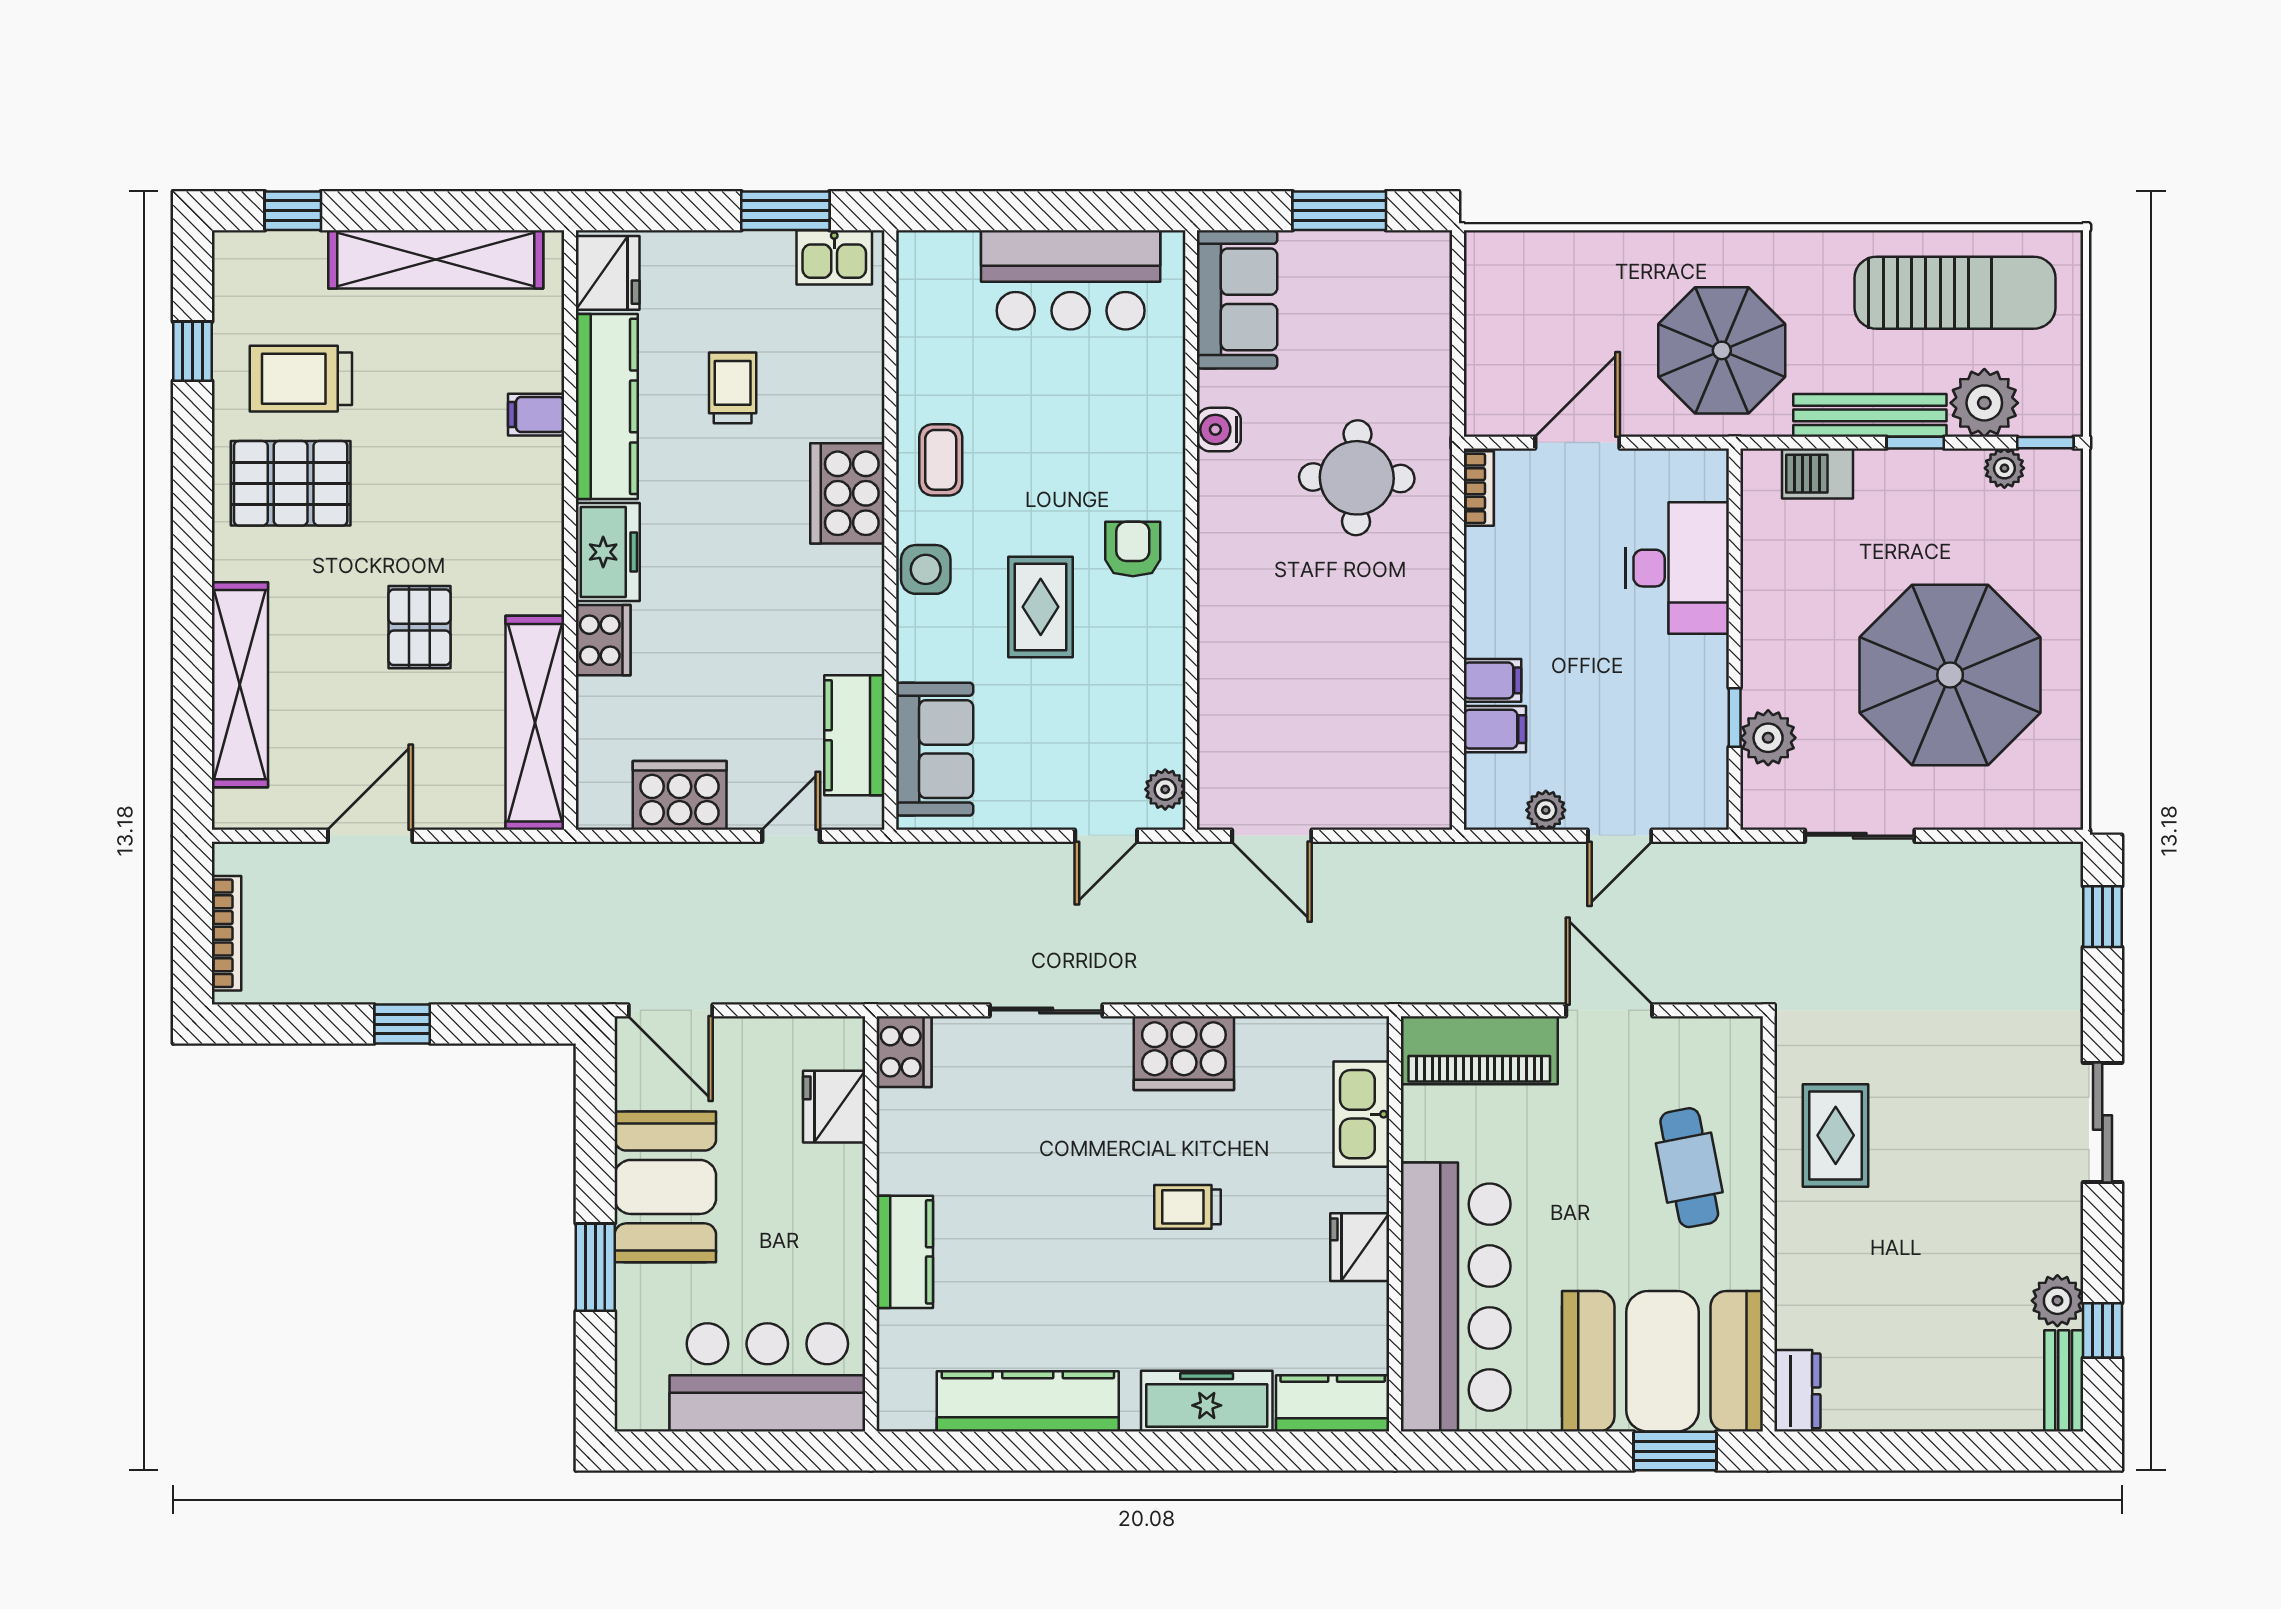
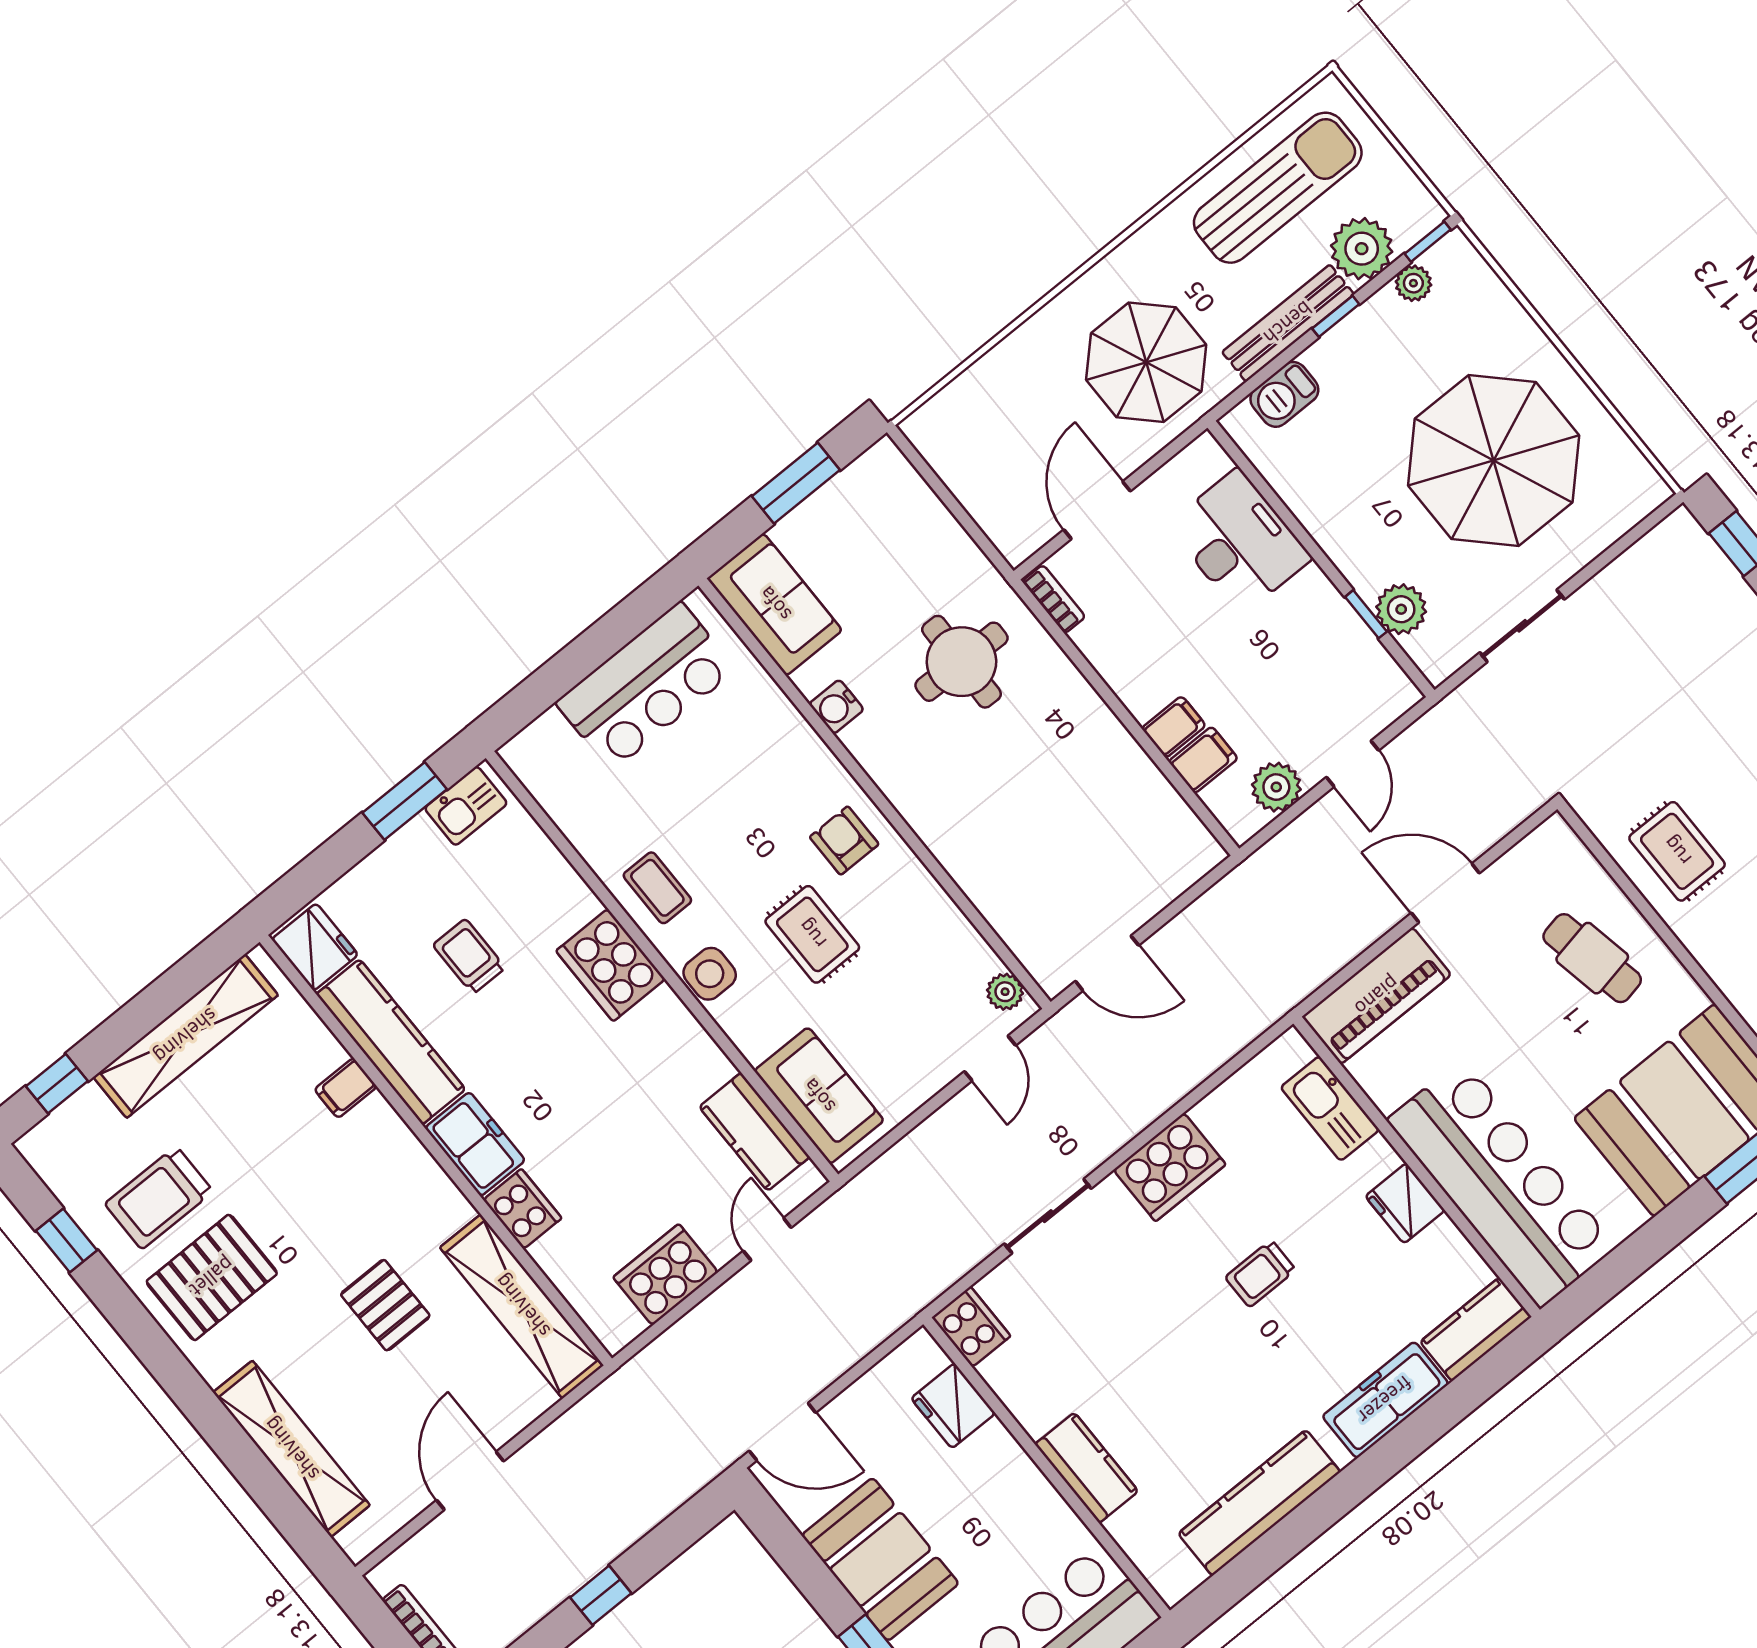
plant: (1546, 810) -> (1276, 787), width x1.38, depth x1.38

